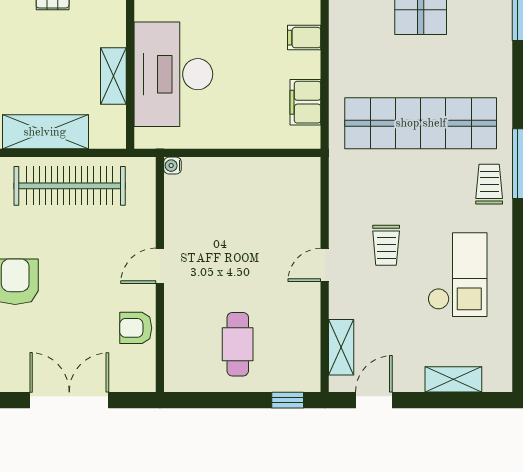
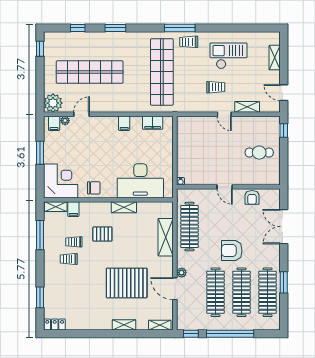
shelving: (113, 76) -> (124, 207), moved
shelving: (341, 347) -> (247, 107), moved

